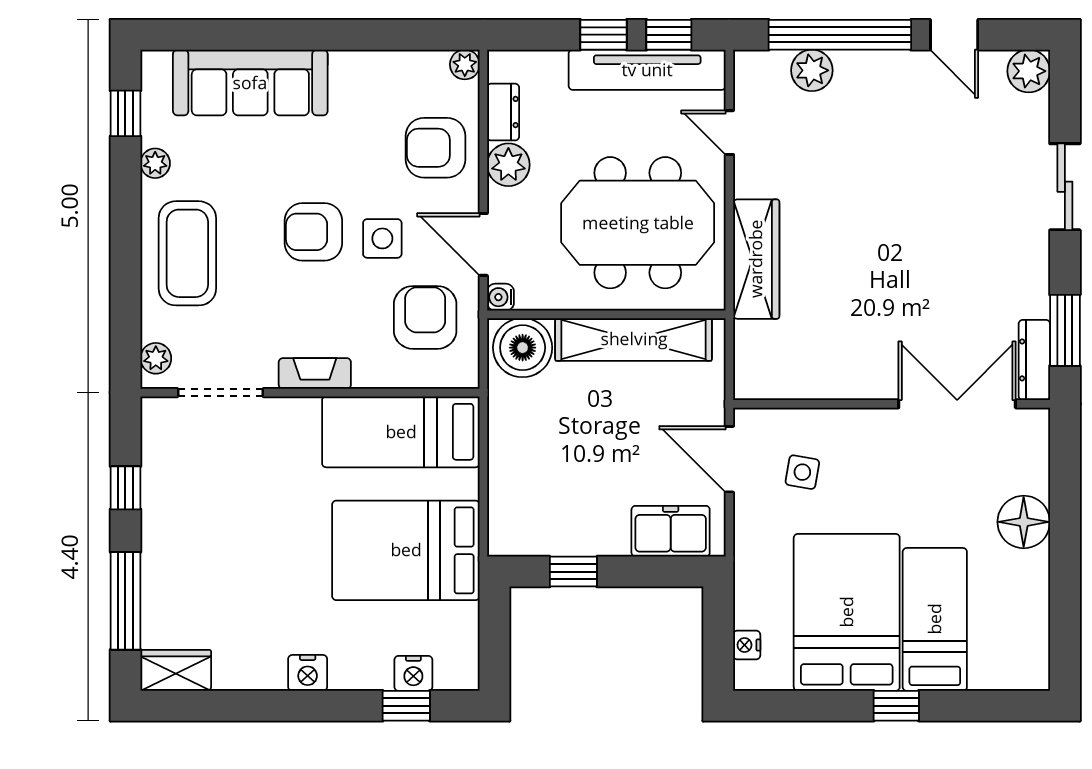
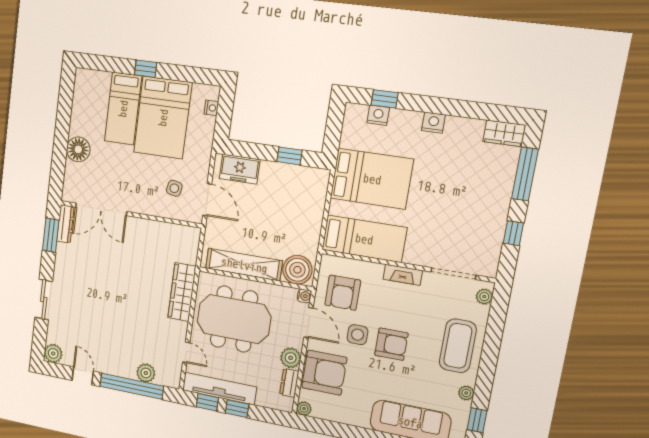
armchair: (436, 148) -> (324, 373), width x1.36, depth x1.36

